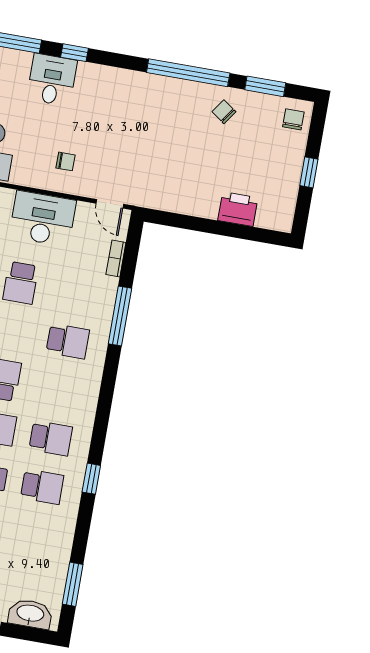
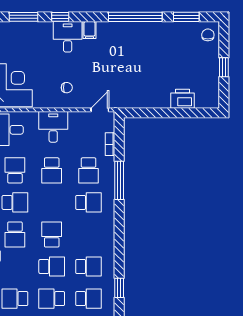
desk: (52, 80) -> (68, 37), moved
filing cabinet: (115, 80) -> (89, 30), added
chair: (224, 112) -> (163, 38), removed
door: (110, 204) -> (100, 110), swing flipped
desk: (43, 219) -> (53, 127), width x0.73
school desk: (76, 293) -> (88, 170), added

